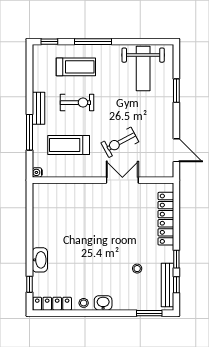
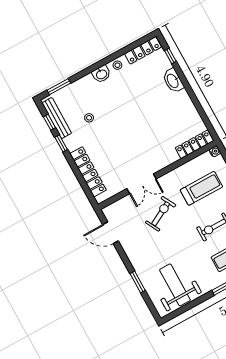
locker: (53, 190) -> (194, 144), added

